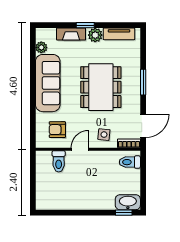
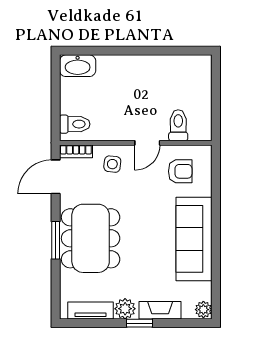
plant: (41, 47) -> (203, 310), moved
dining table: (101, 87) -> (91, 238), moved
window: (124, 213) -> (84, 51), removed

